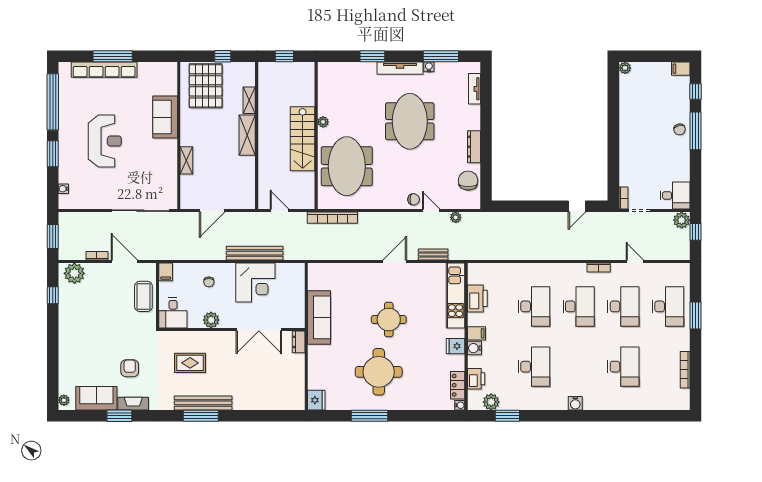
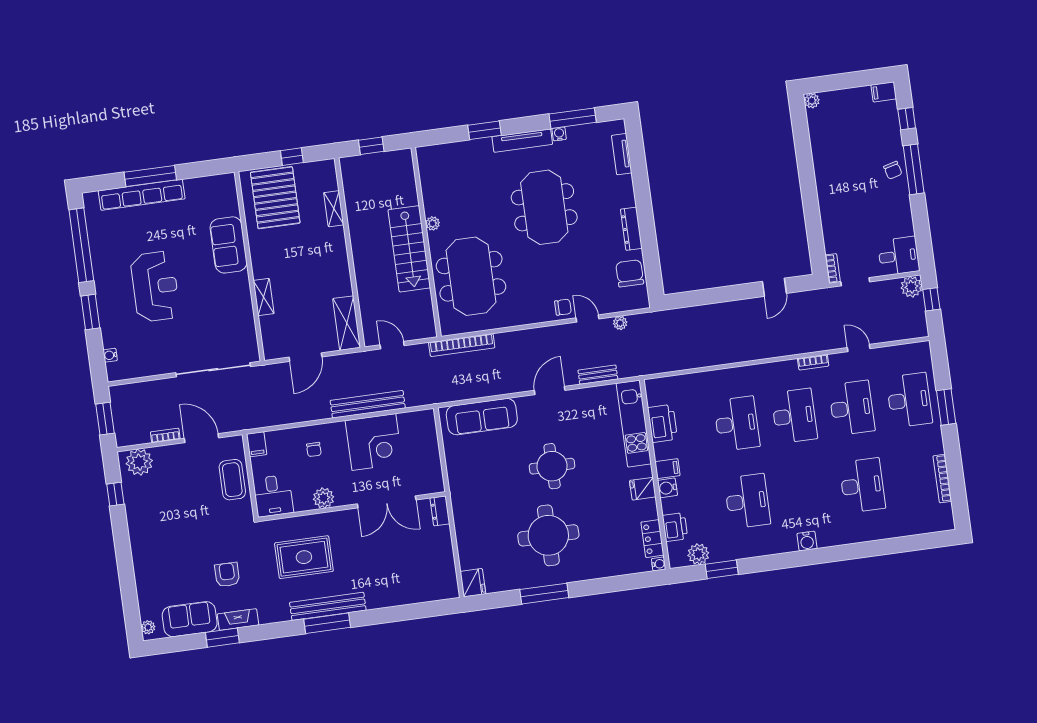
shelving: (247, 135) -> (347, 323), moved
sofa: (319, 317) -> (482, 417), moved, turned 90
rug: (190, 363) -> (304, 557), width x1.36, depth x1.43

